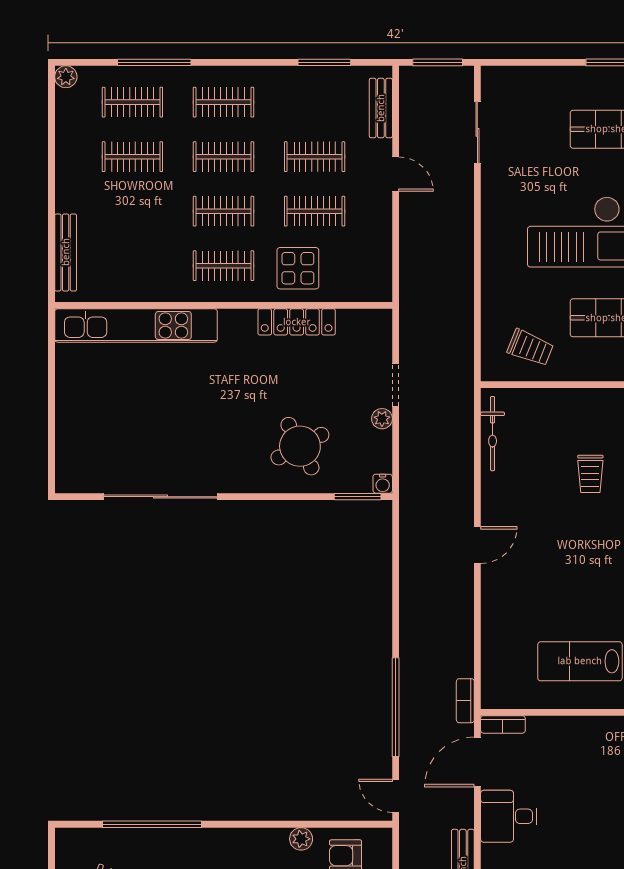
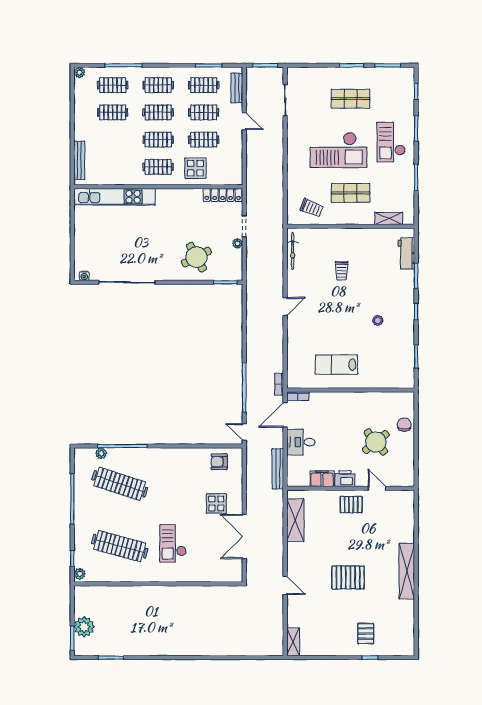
clothes rail: (315, 102) -> (204, 85), added
locker: (297, 322) -> (223, 195), moved
water cooler: (383, 484) -> (84, 276), moved
plant: (301, 839) -> (101, 453), moved

